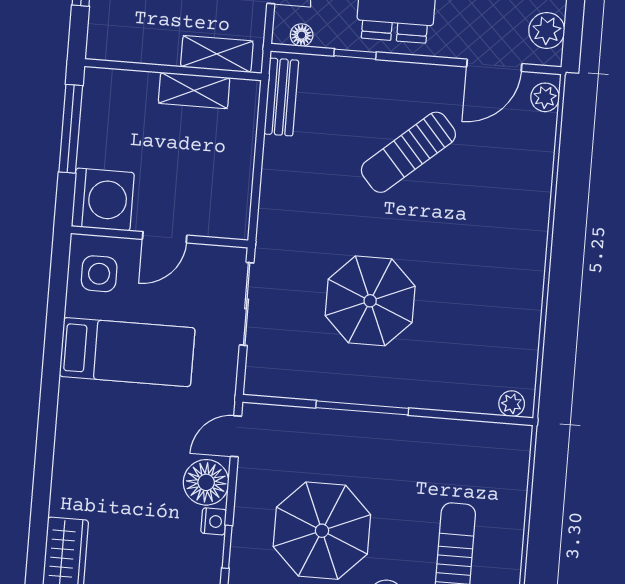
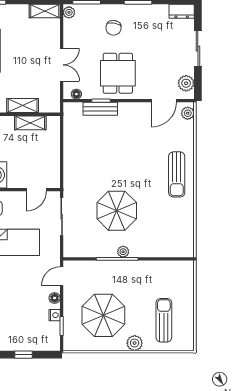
shelving: (217, 54) -> (23, 106), moved
bench: (281, 97) -> (100, 109), moved, turned 90
sun lounger: (408, 152) -> (177, 174), moved, turned -49
door: (165, 237) -> (36, 190), moved
plant: (512, 404) -> (123, 252), moved
floor lamp: (206, 482) -> (55, 298), width x0.53, depth x0.53

